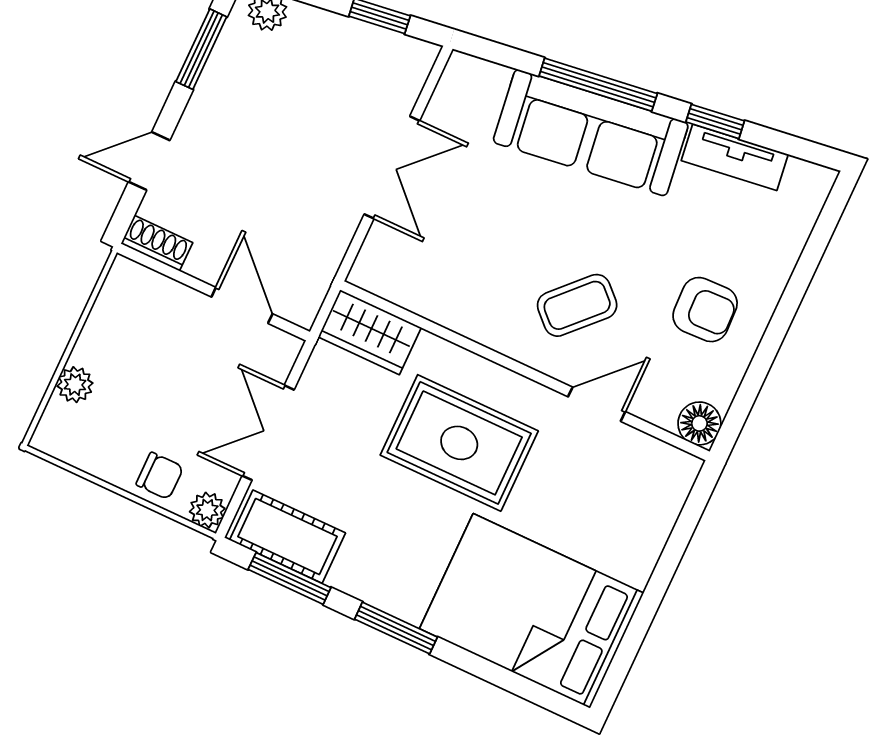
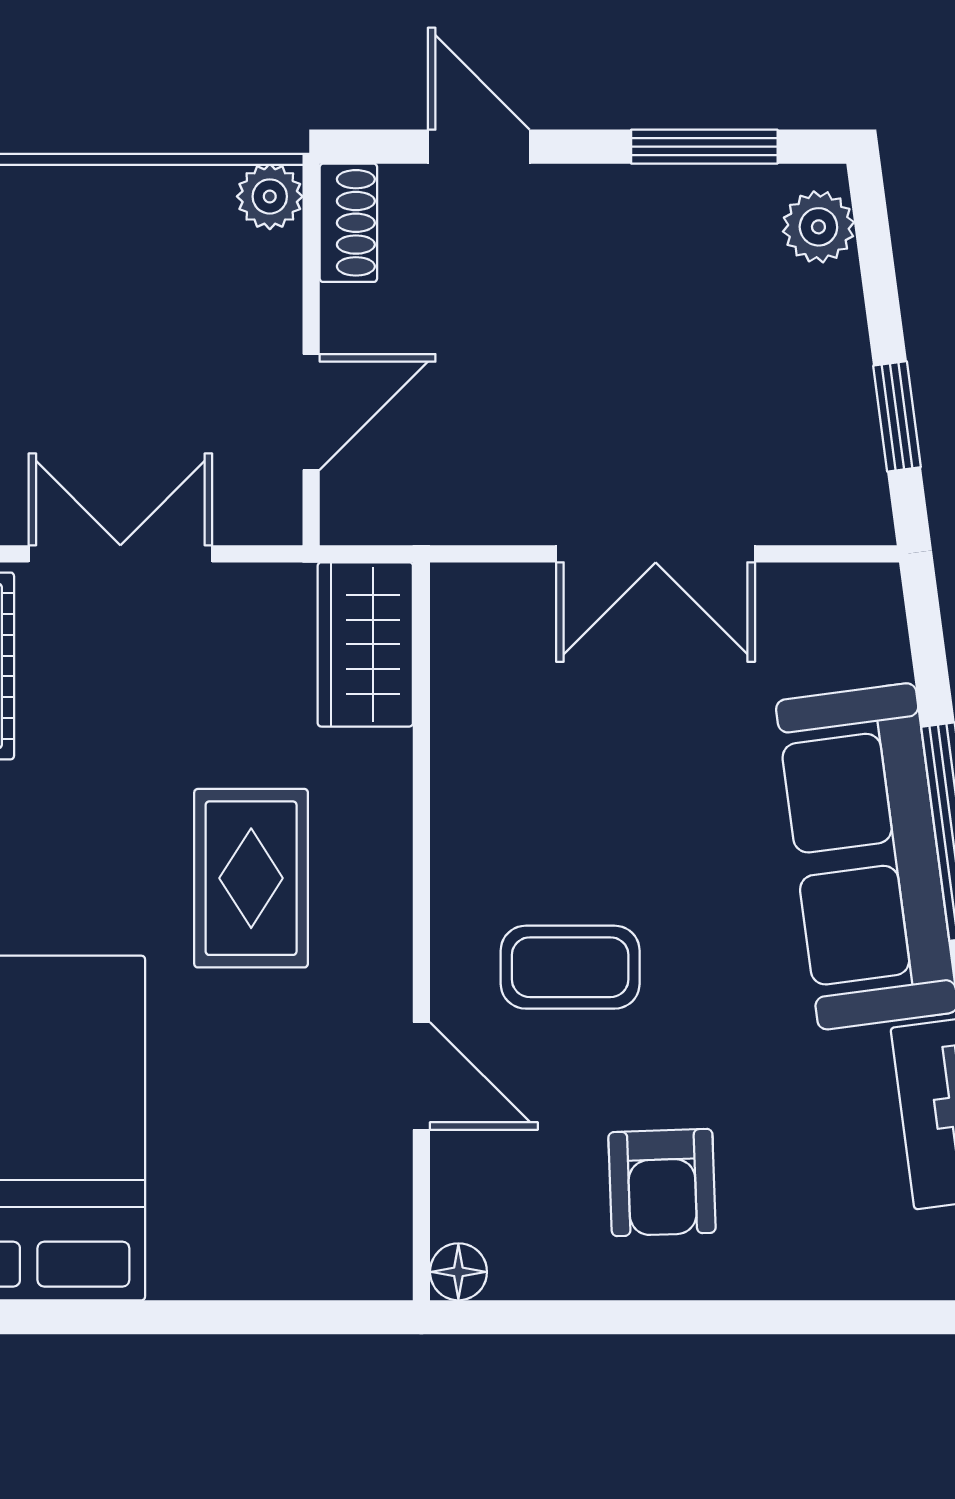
coffee table: (577, 305) -> (570, 967), turned -44
plant: (75, 385) -> (270, 196), moved
floor lamp: (699, 423) -> (458, 1272), width x0.73, depth x0.73
rug: (459, 443) -> (251, 878), width x0.73, depth x0.70

